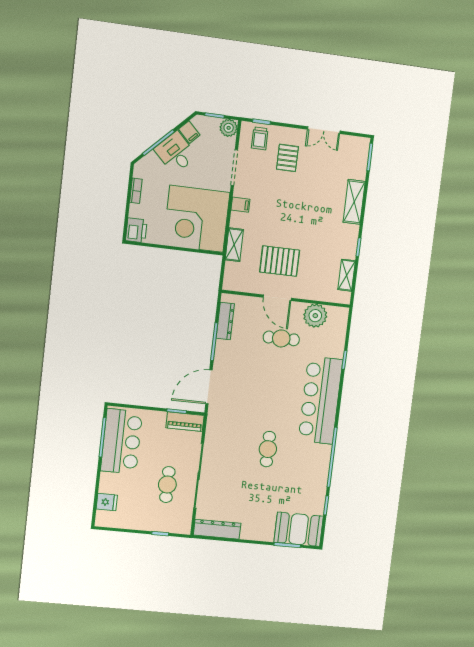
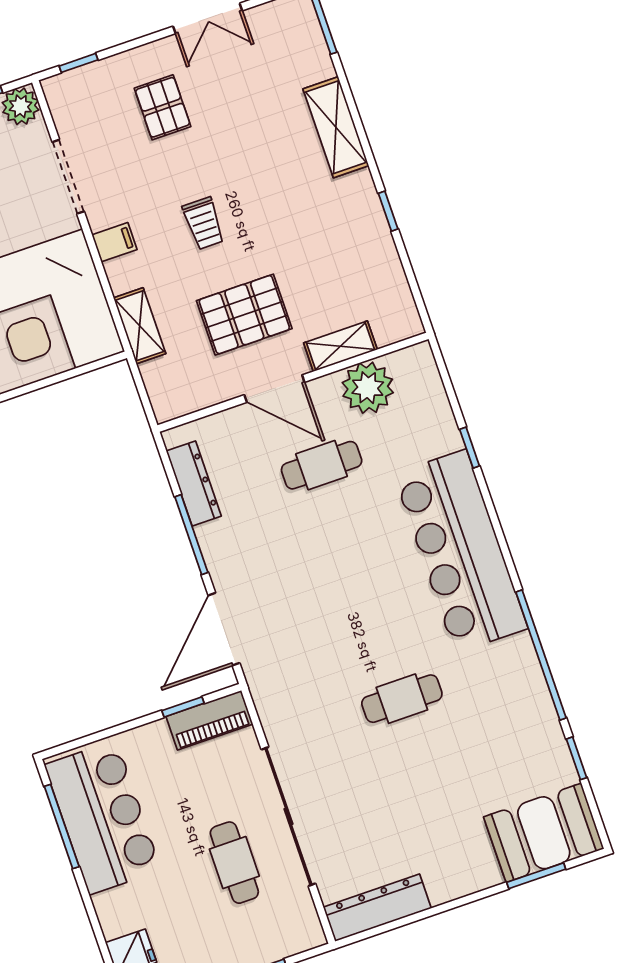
trolley: (260, 138) -> (204, 223), moved
shelving: (347, 275) -> (340, 346), moved, turned 90
cafe table: (268, 449) -> (402, 699), turned 90

